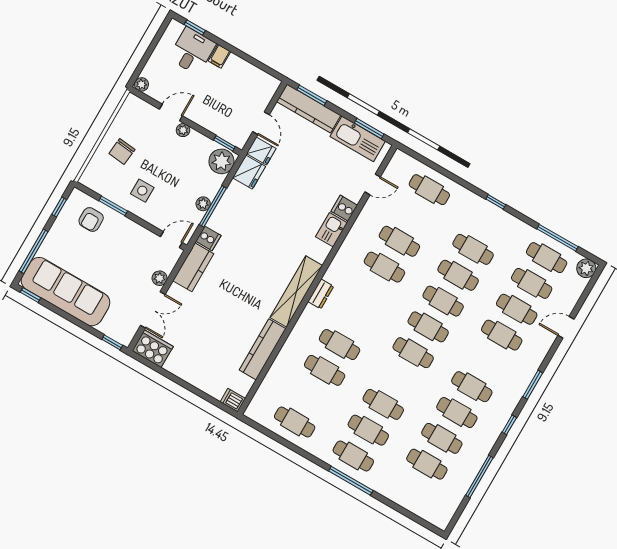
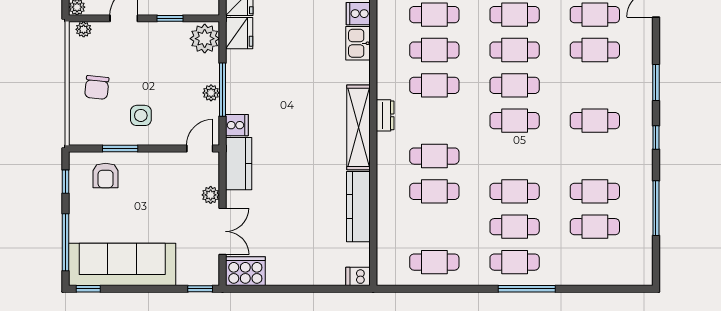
plant: (183, 130) -> (84, 29), moved
window: (224, 143) -> (170, 18), moved
cafe table: (457, 413) -> (434, 85), moved

